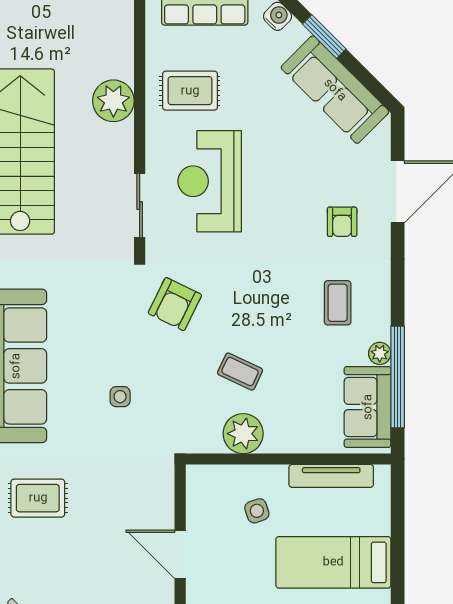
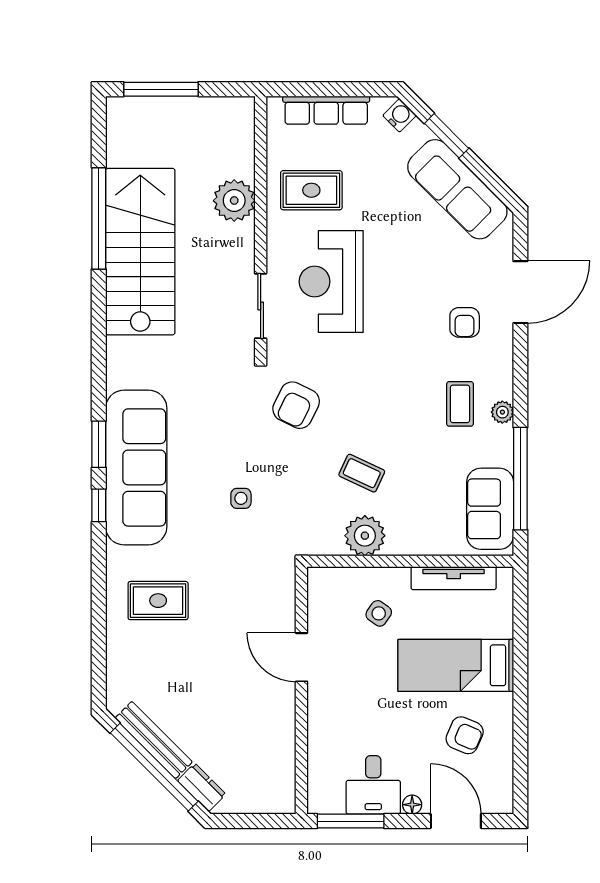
plant: (380, 353) -> (502, 412), moved
side table: (257, 511) -> (379, 613), turned -36

